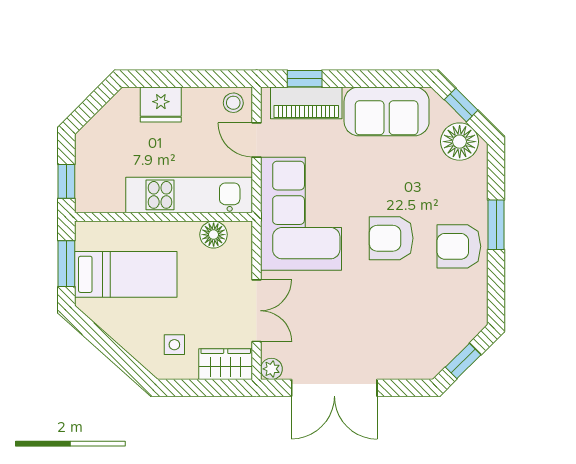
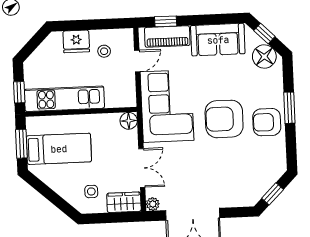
stool: (233, 103) -> (104, 51), moved
door: (257, 140) -> (137, 61), swing flipped
kitchen unit: (189, 195) -> (64, 99), moved
floor lamp: (214, 235) -> (129, 121), moved
armchair: (391, 238) -> (224, 119), width x1.36, depth x1.36

